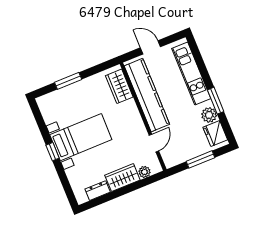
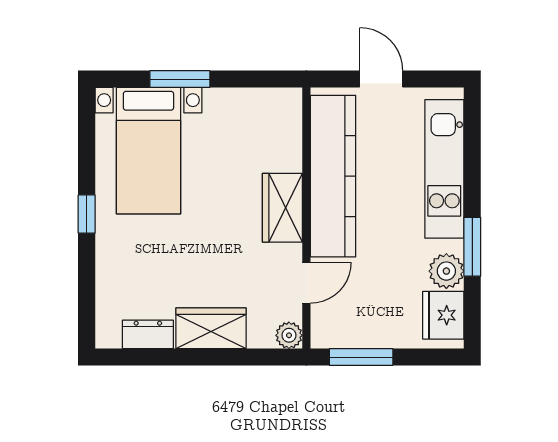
wardrobe: (119, 86) -> (282, 208), moved
bed with nightstands: (81, 137) -> (148, 151), moved, turned 90
window: (200, 159) -> (361, 357), moved
plant: (144, 172) -> (289, 335), moved

